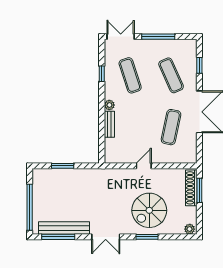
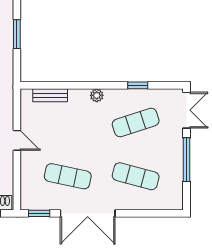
window: (199, 65) -> (39, 213), moved
exercise mat: (171, 75) -> (136, 176), turned 39
bench: (109, 124) -> (50, 95), moved

